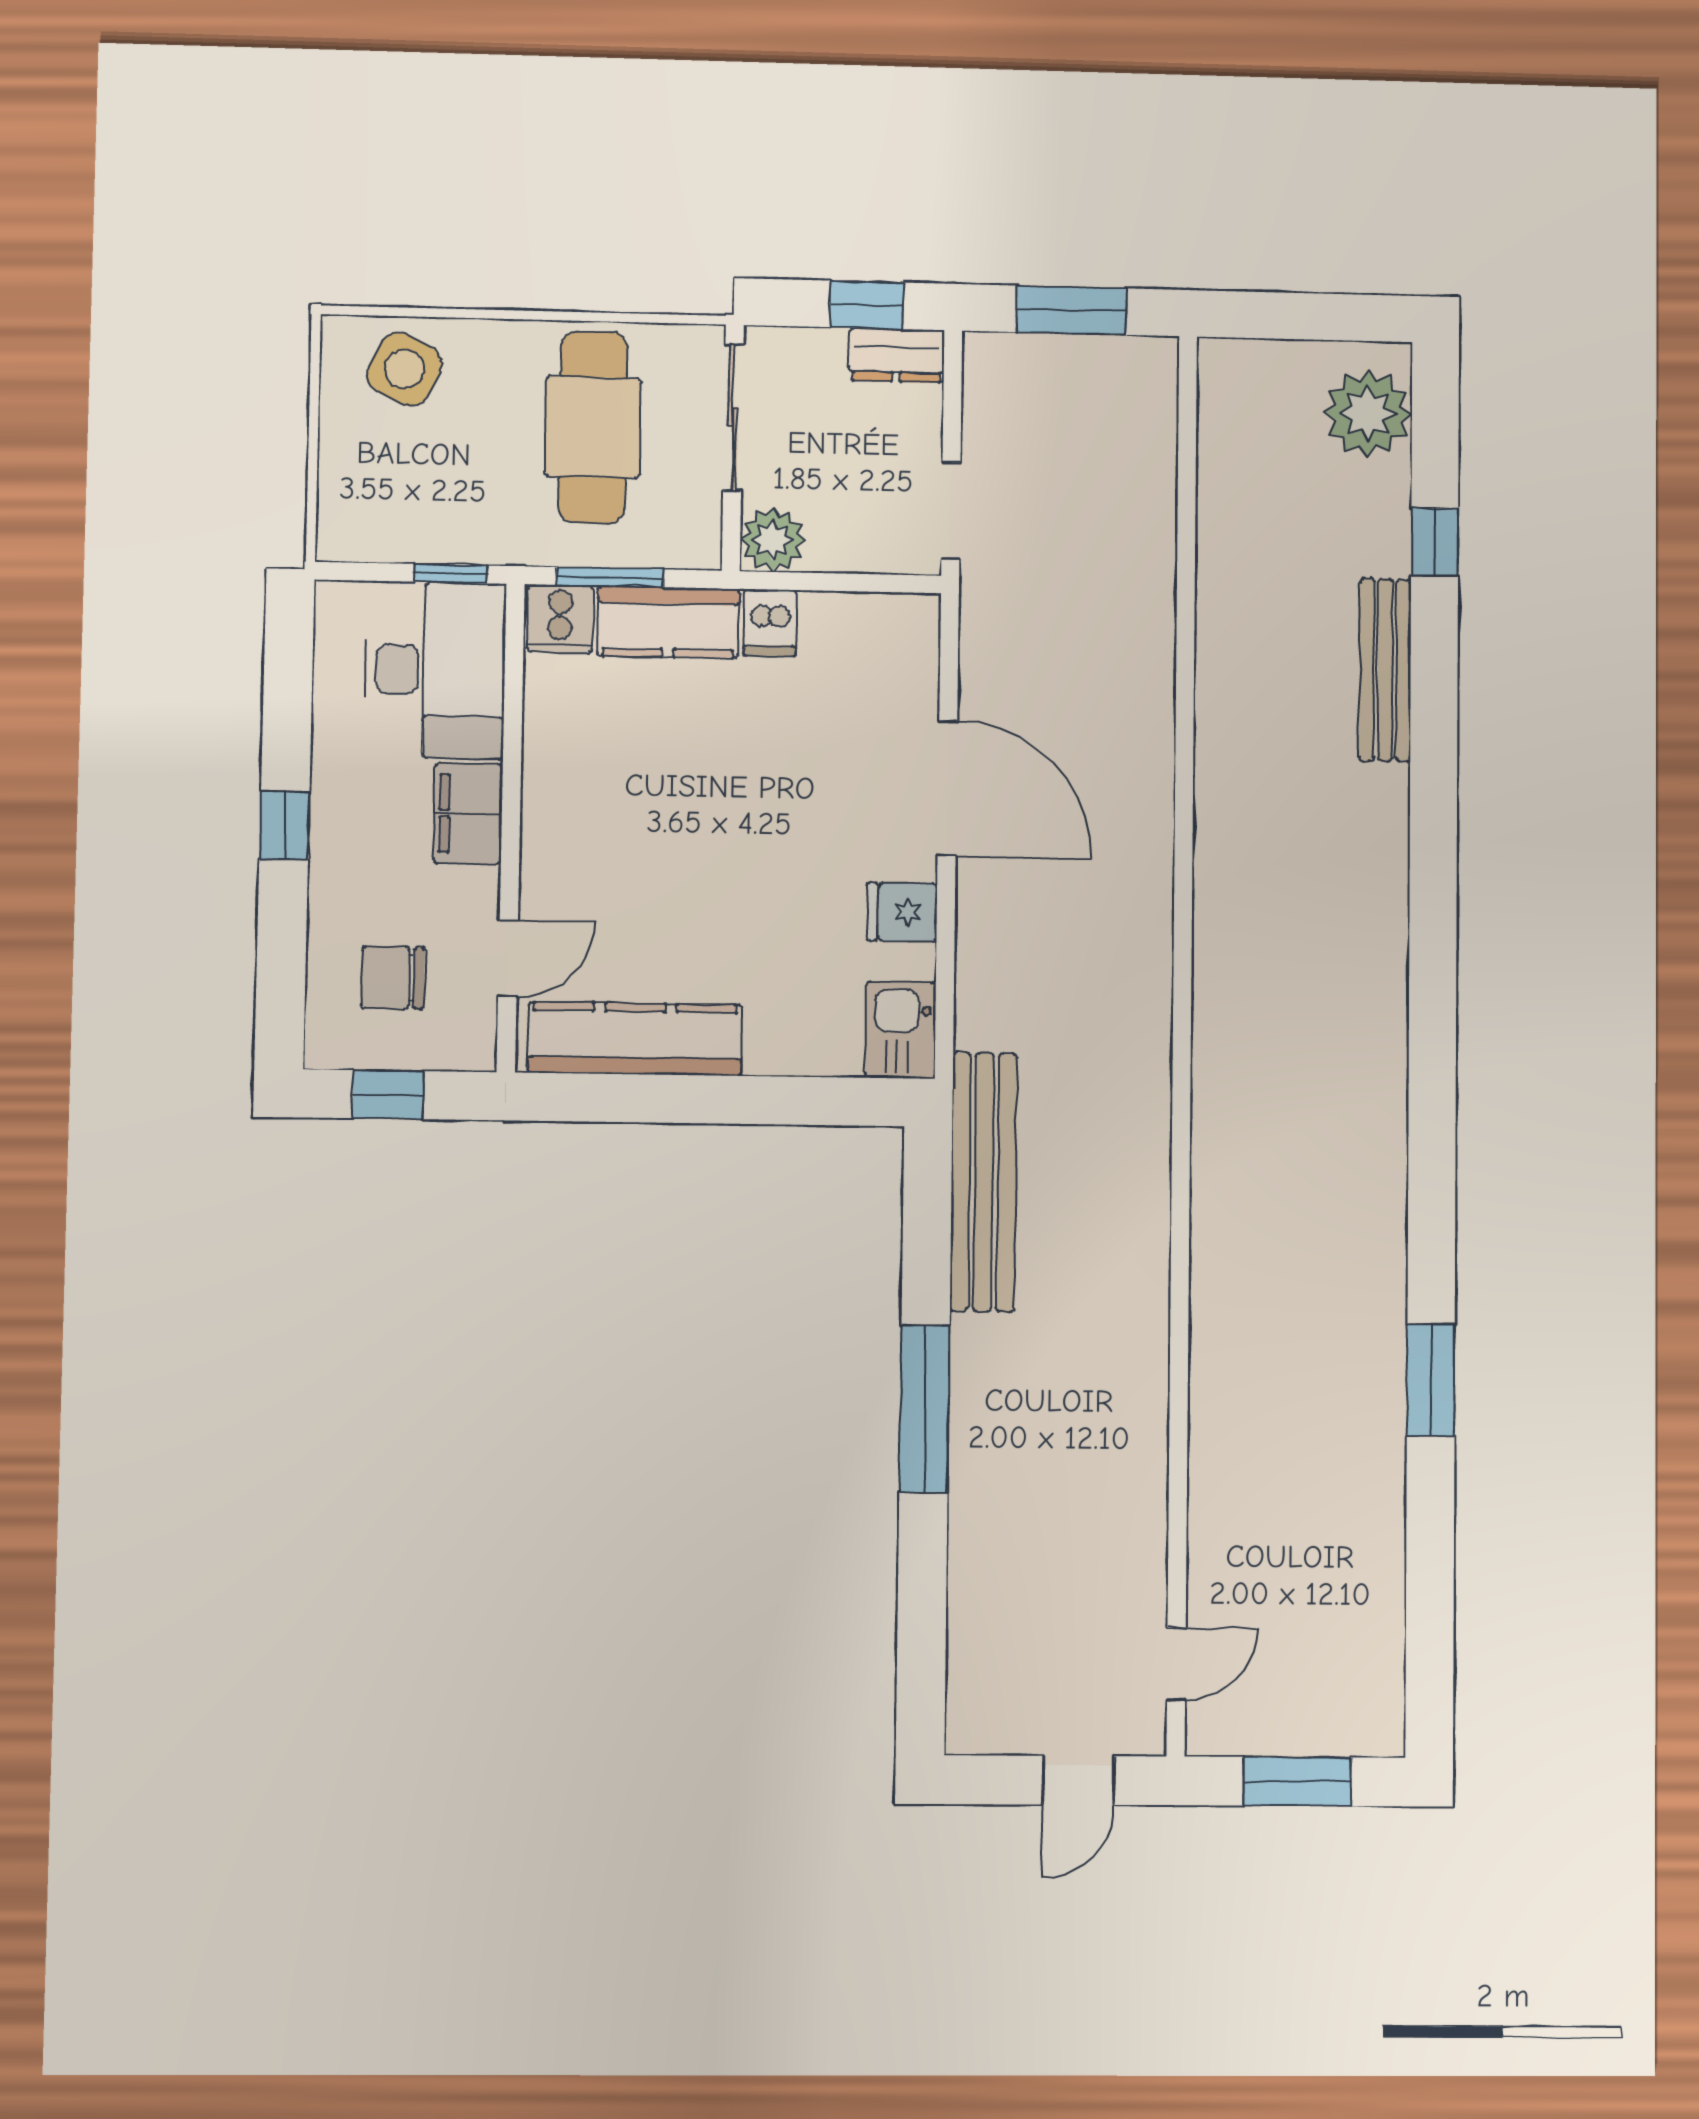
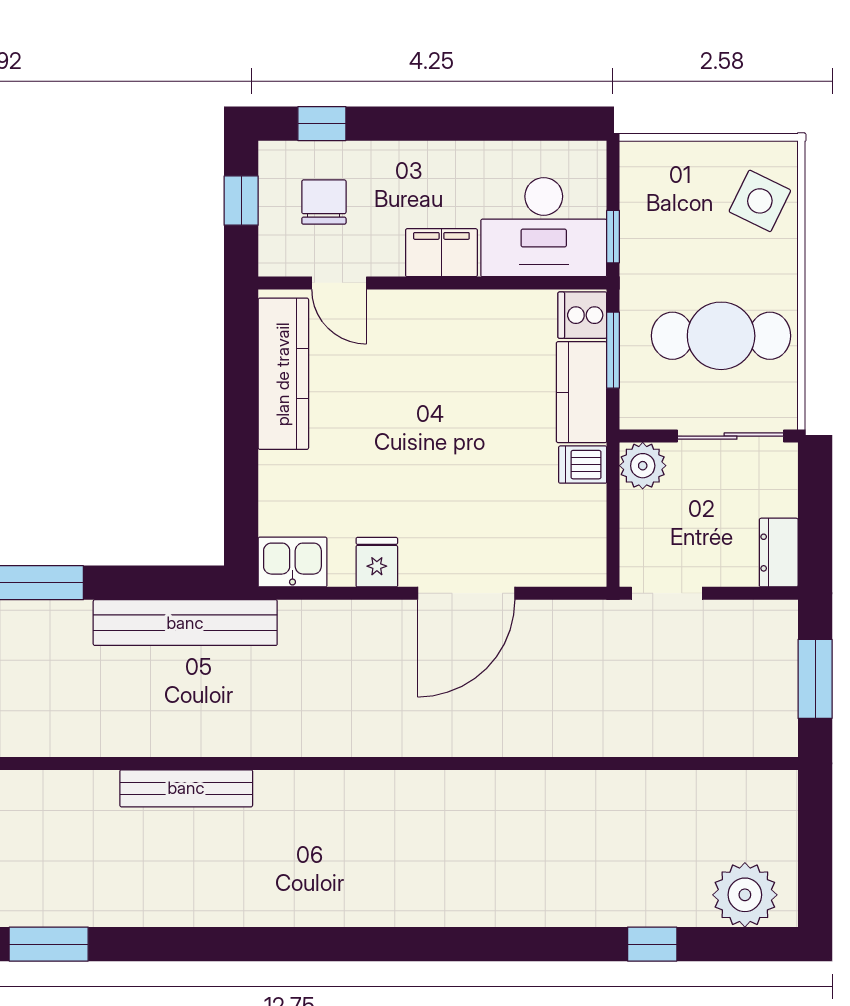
window: (867, 305) -> (815, 531), removed
bench: (1385, 670) -> (186, 788), moved
window: (285, 825) -> (322, 124), moved

